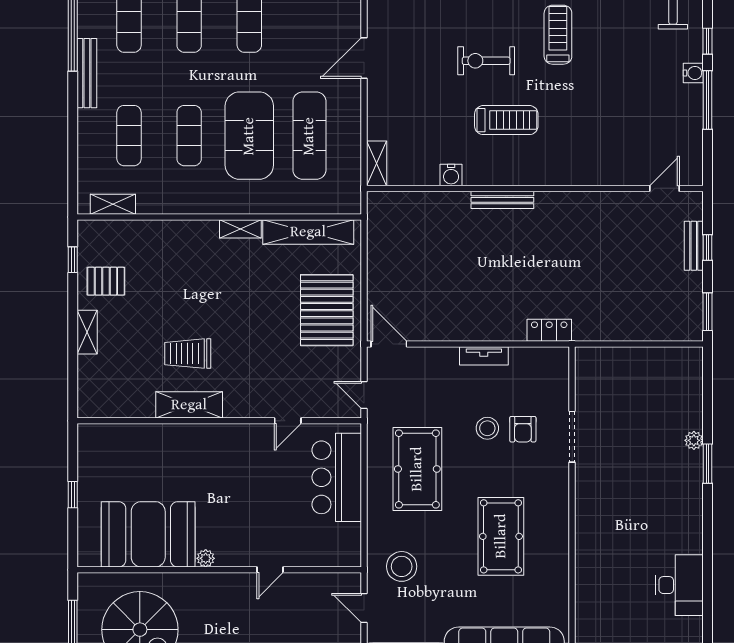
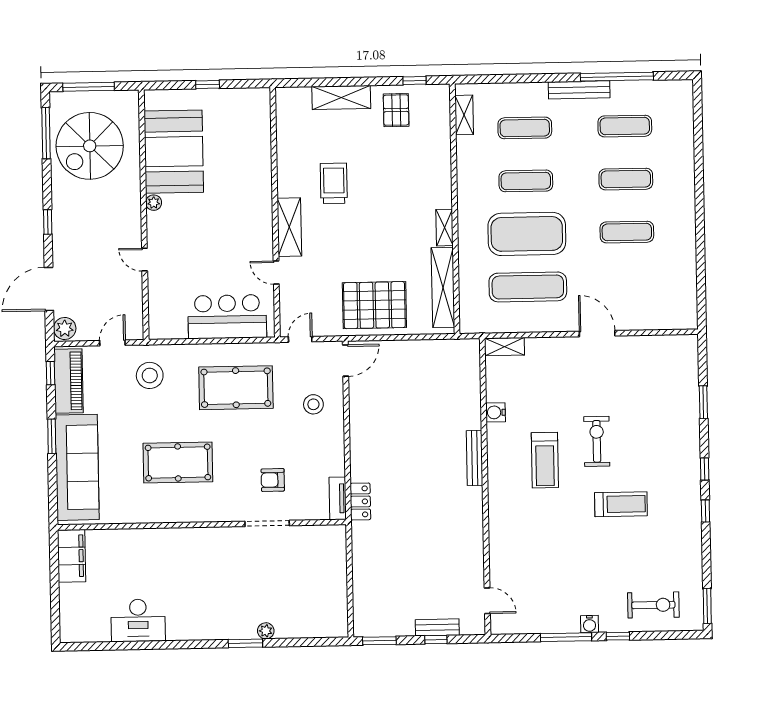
shelving: (87, 332) -> (341, 97), width x1.50, depth x1.33
tv unit: (484, 356) -> (338, 498), moved
shelving: (189, 405) -> (289, 227), moved
stool: (487, 428) -> (313, 404), moved

